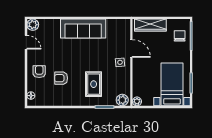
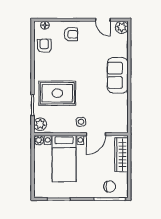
sofa: (83, 28) -> (118, 75), width x0.73
door: (26, 42) -> (103, 20), hinge flipped
armchair: (61, 78) -> (44, 46), moved
rug: (94, 84) -> (57, 93), width x1.36, depth x1.43
bed with nightstands: (172, 84) -> (64, 159), moved, turned 90

